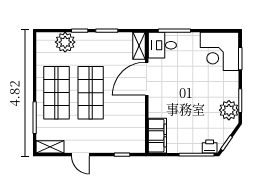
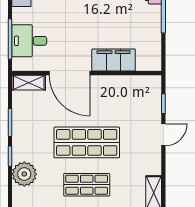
desk: (162, 45) -> (29, 41), moved, turned 90
shop shelf: (56, 93) -> (87, 185), width x0.70, depth x0.74
filing cabinet: (157, 136) -> (114, 60), moved
door: (80, 155) -> (163, 135), moved

